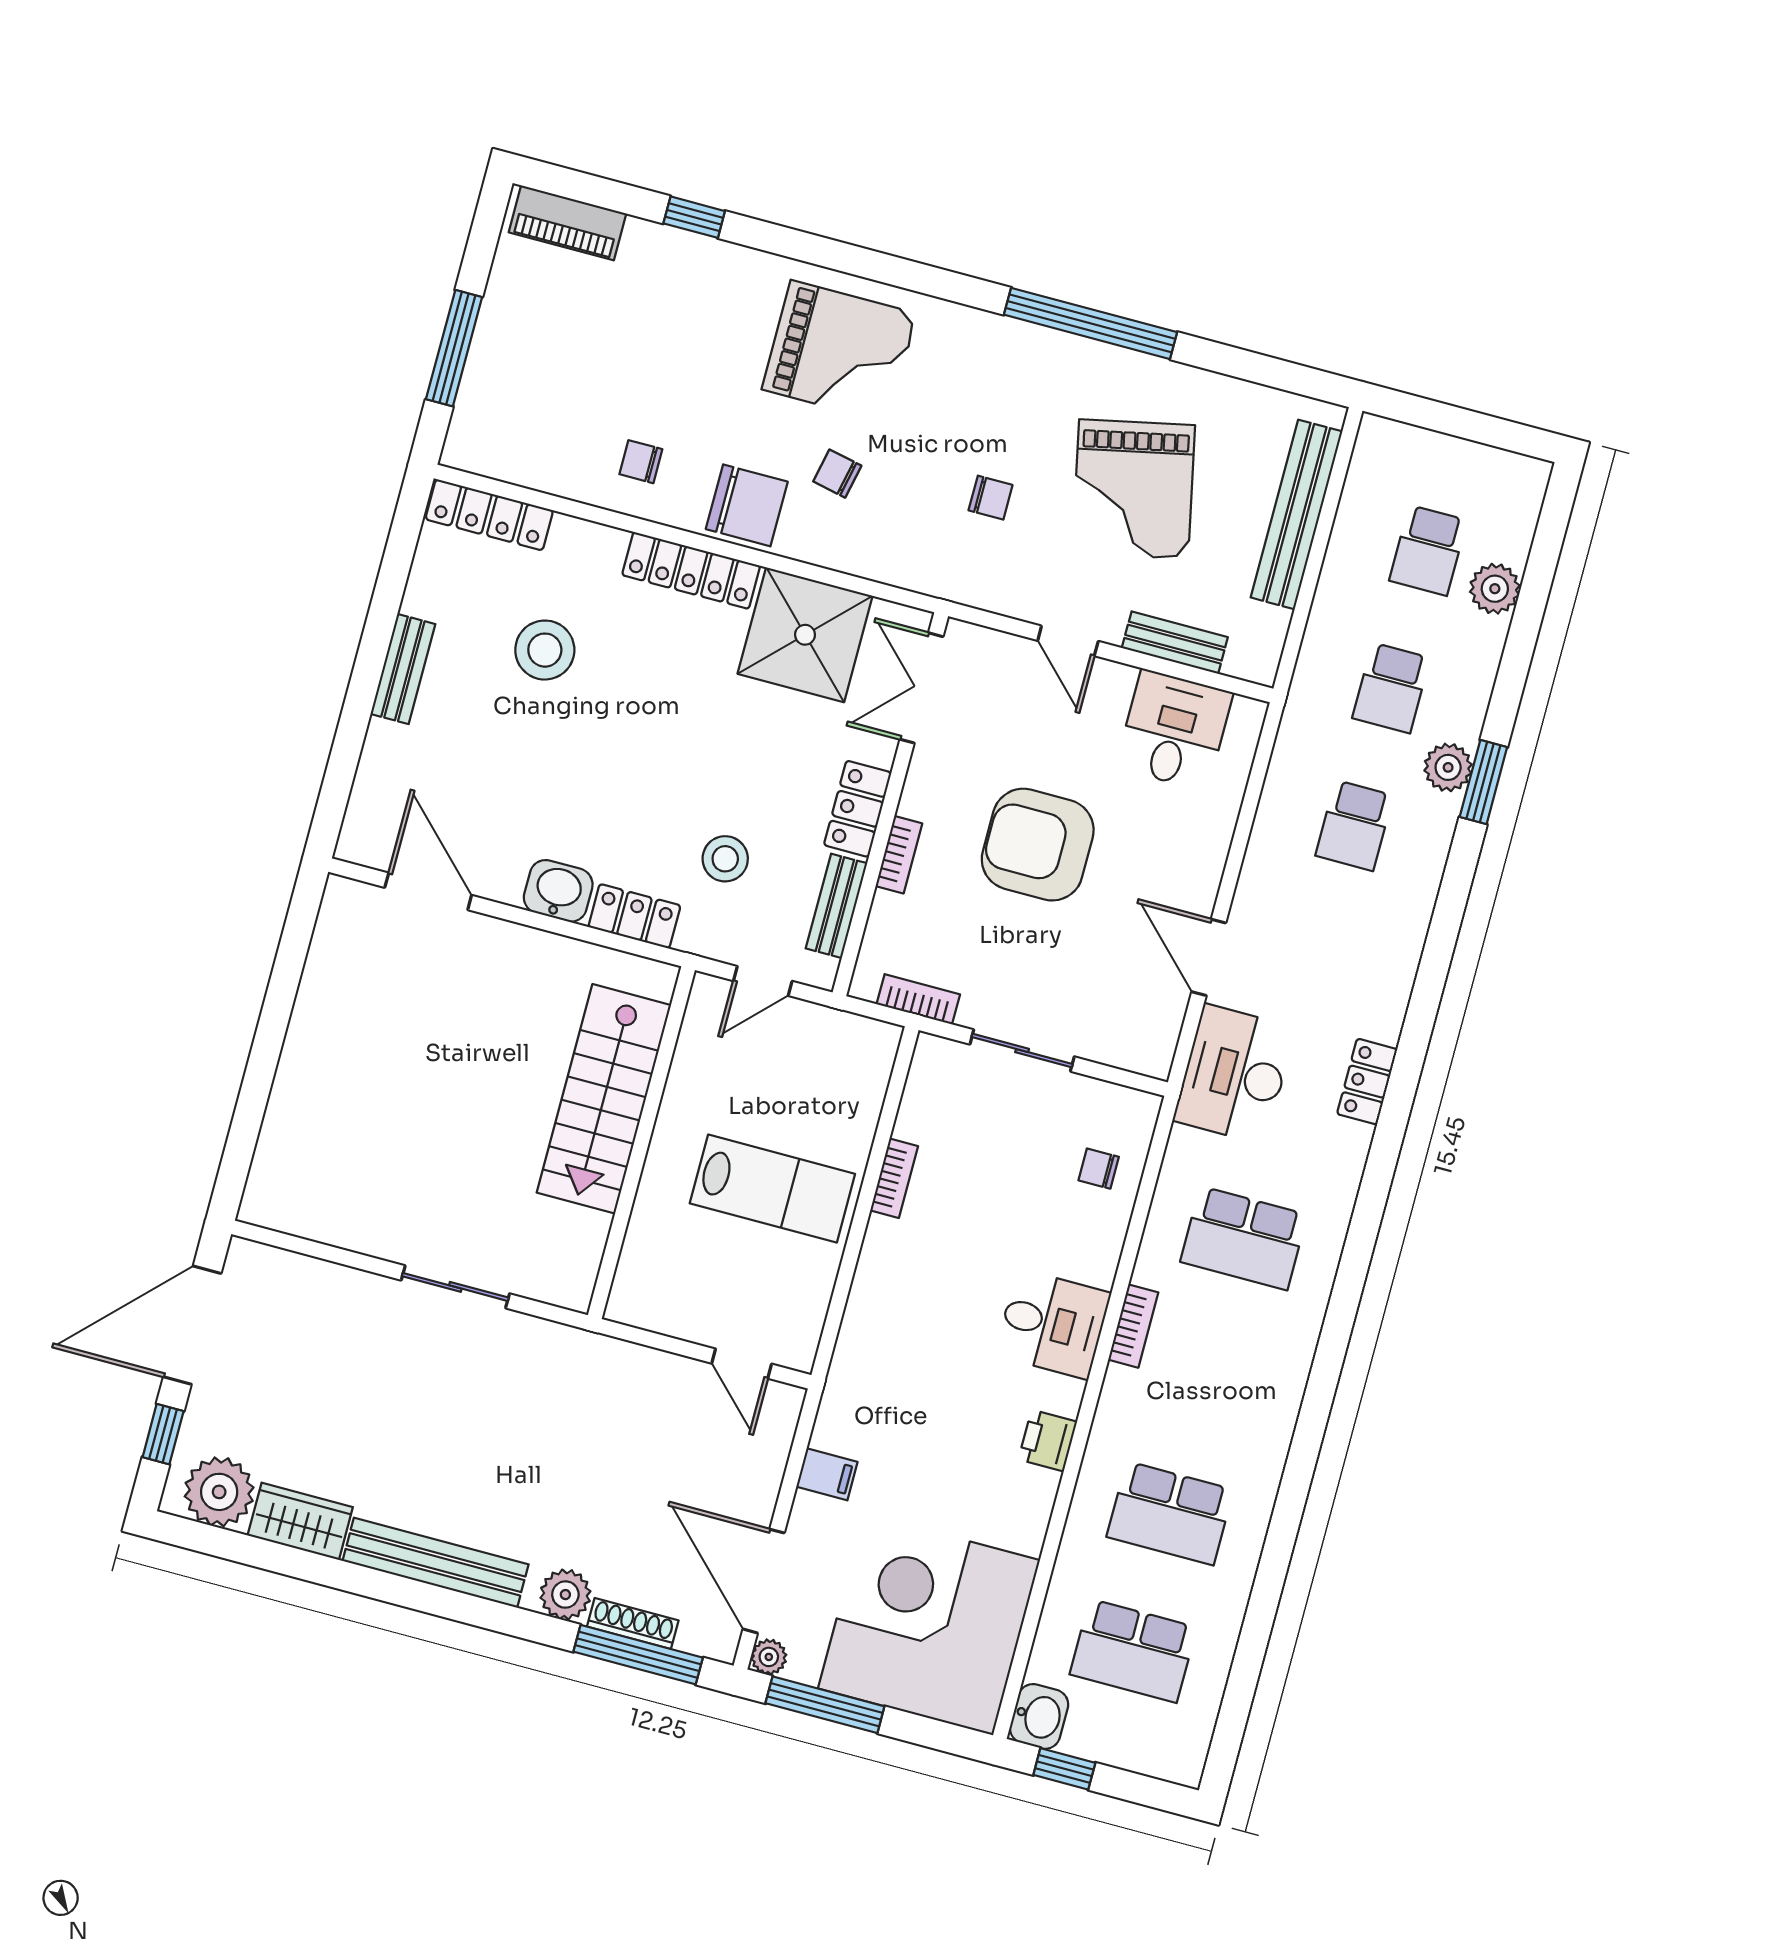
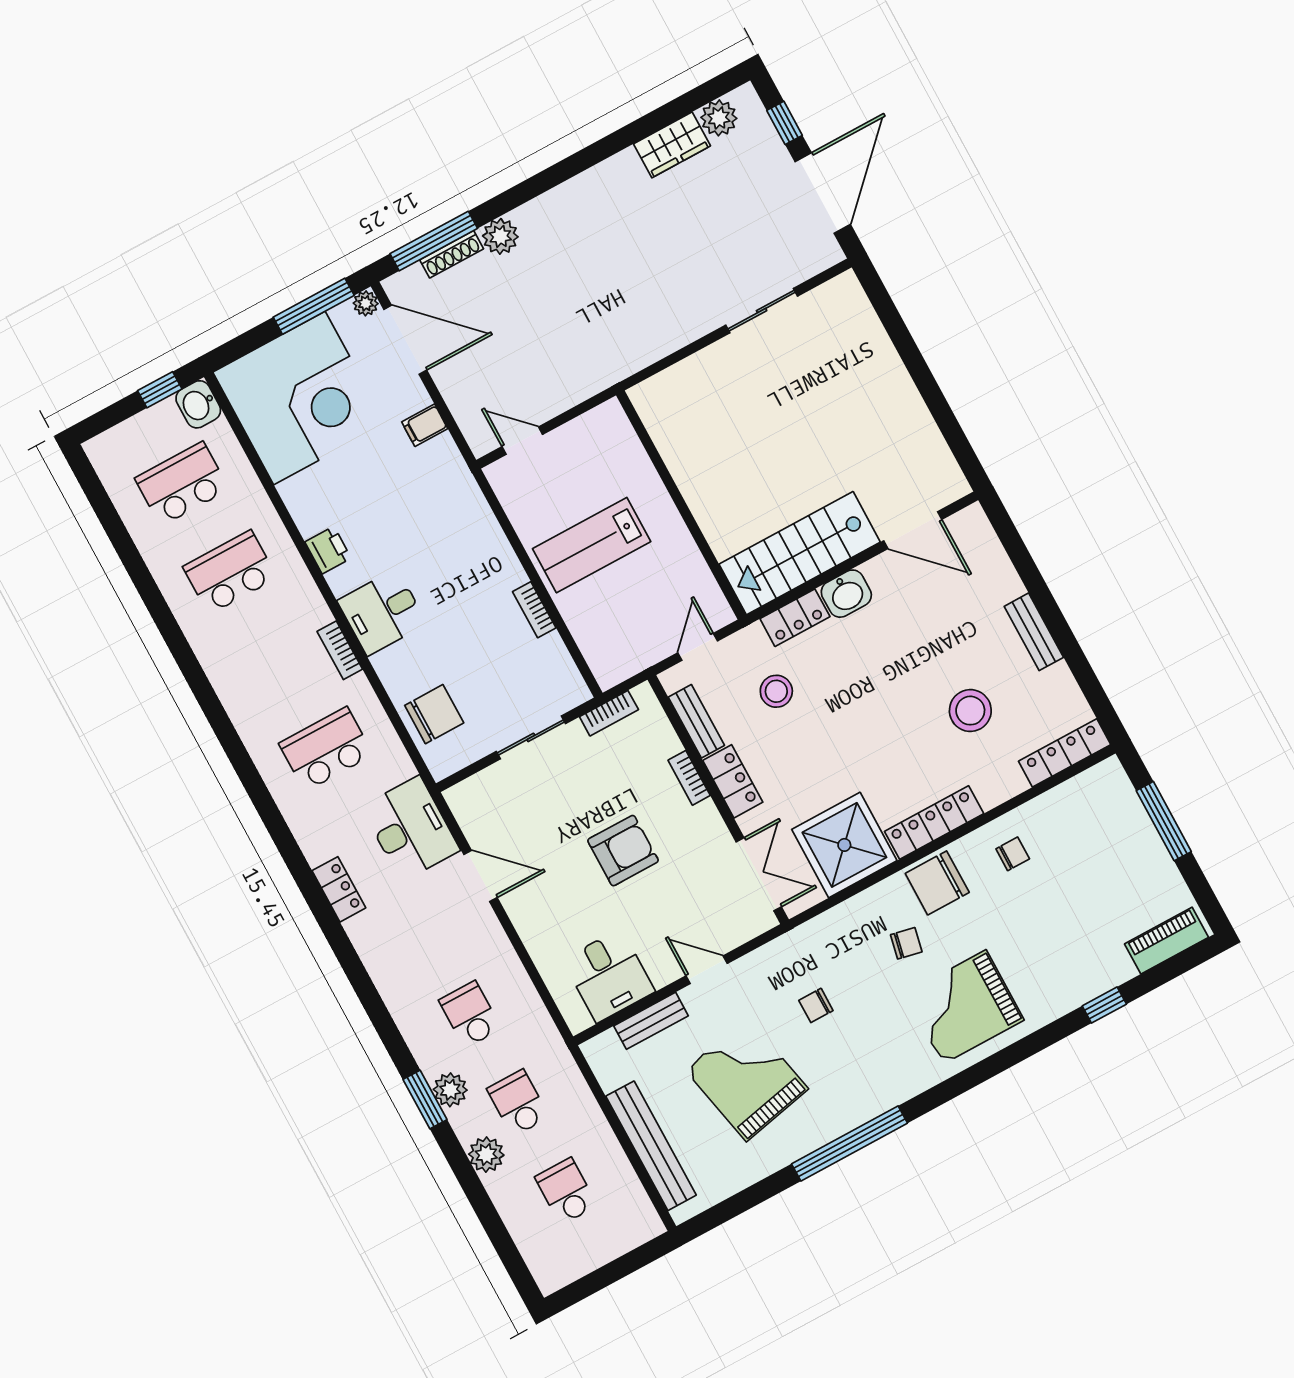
plant: (1495, 589) -> (486, 1155), moved
armchair: (1038, 845) -> (623, 851), width x0.73, depth x0.73
stairs: (604, 1099) -> (800, 553), moved, turned -90
chair: (1099, 1169) -> (434, 714), width x1.87, depth x1.87
sliding door: (455, 1287) -> (762, 311), moved
plant: (219, 1492) -> (719, 118), width x0.73, depth x0.73
bench: (435, 1563) -> (582, 190), removed

